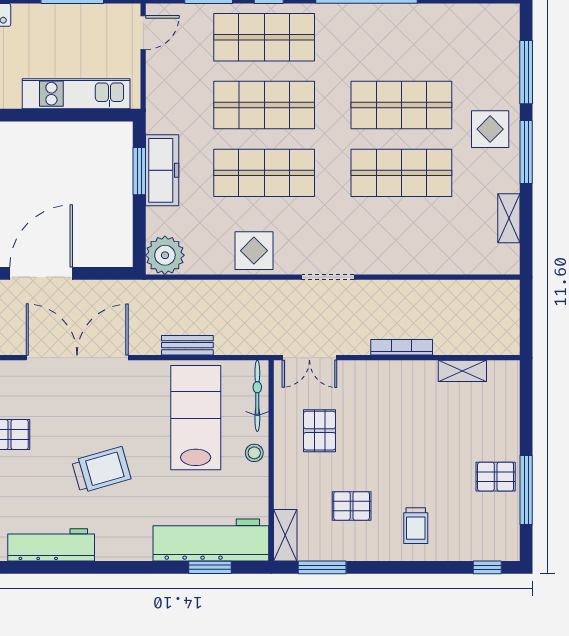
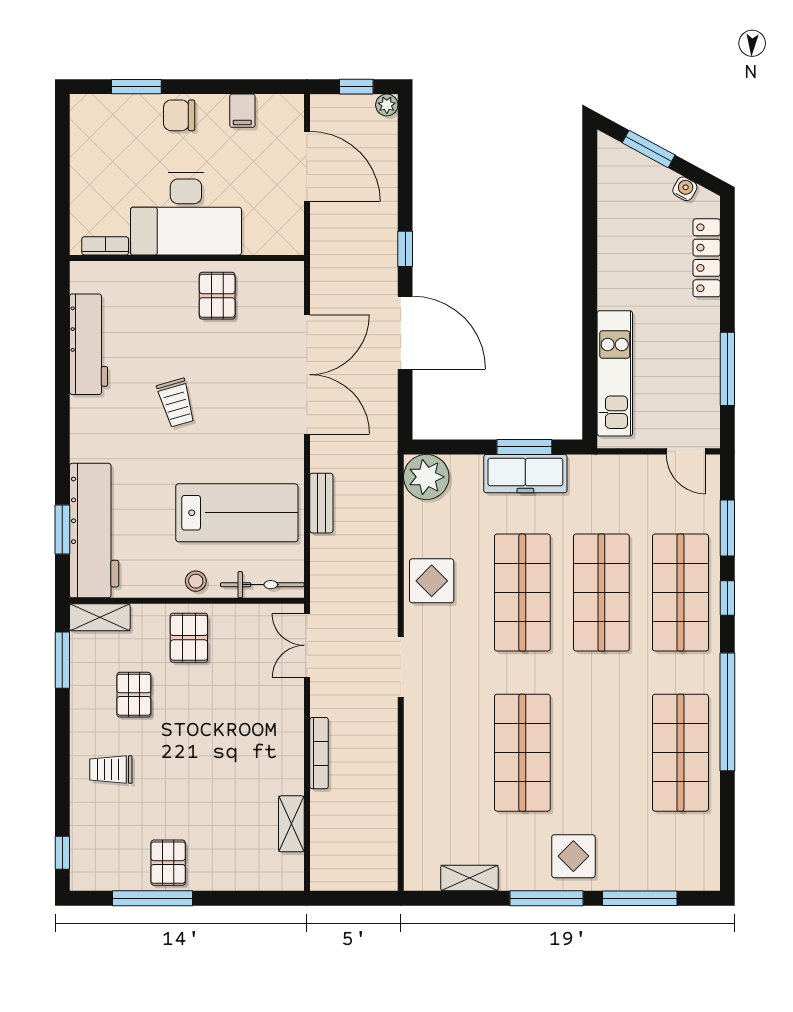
shop shelf: (401, 105) -> (680, 753), moved
pallet: (319, 431) -> (189, 638), moved, turned 90
trolley: (101, 470) -> (176, 403), width x0.73, depth x0.72

